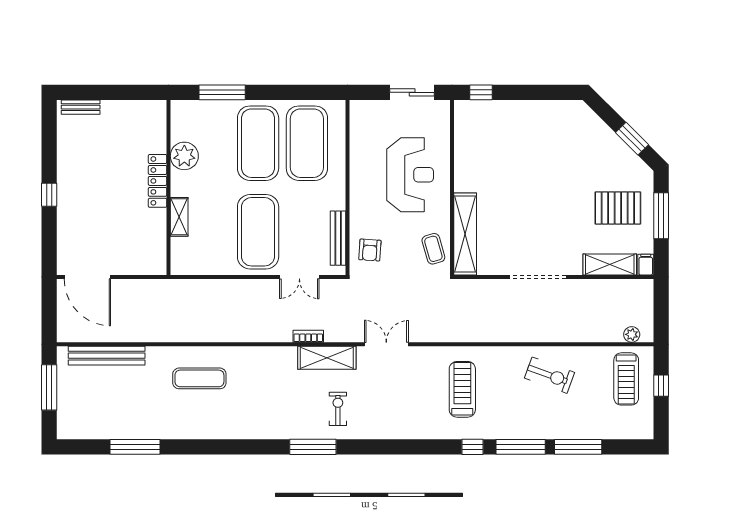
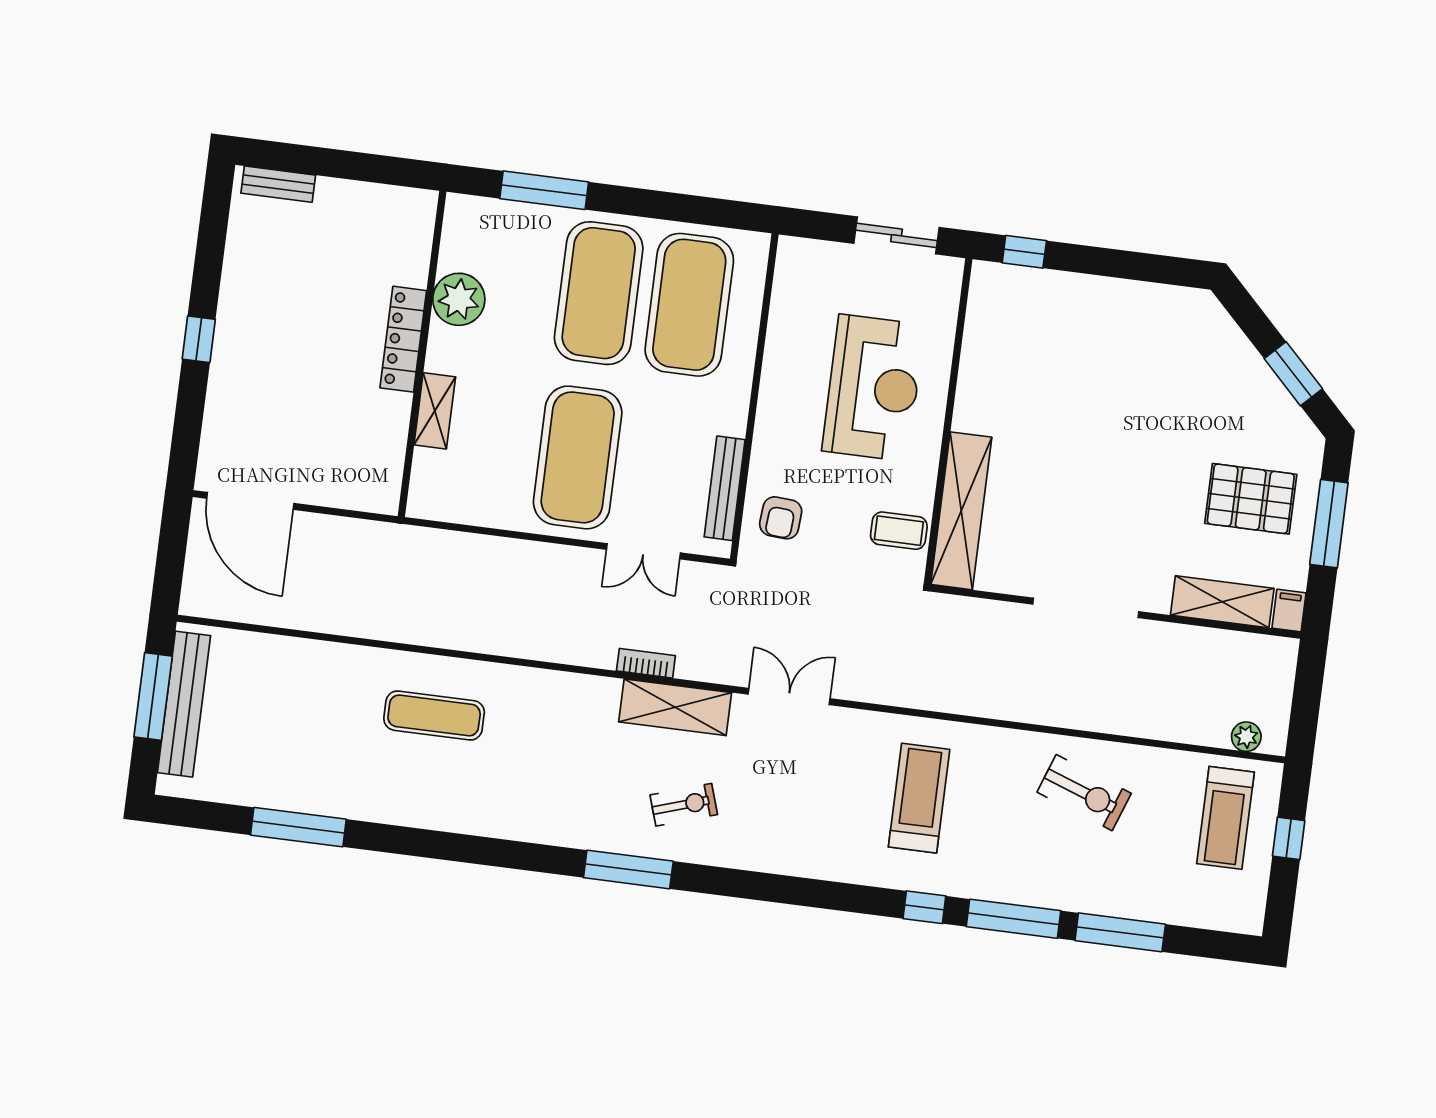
coffee table: (433, 249) -> (899, 531), turned -74
bench: (107, 356) -> (184, 704), moved, turned 90
exercise bike: (338, 409) -> (684, 805), turned 72

